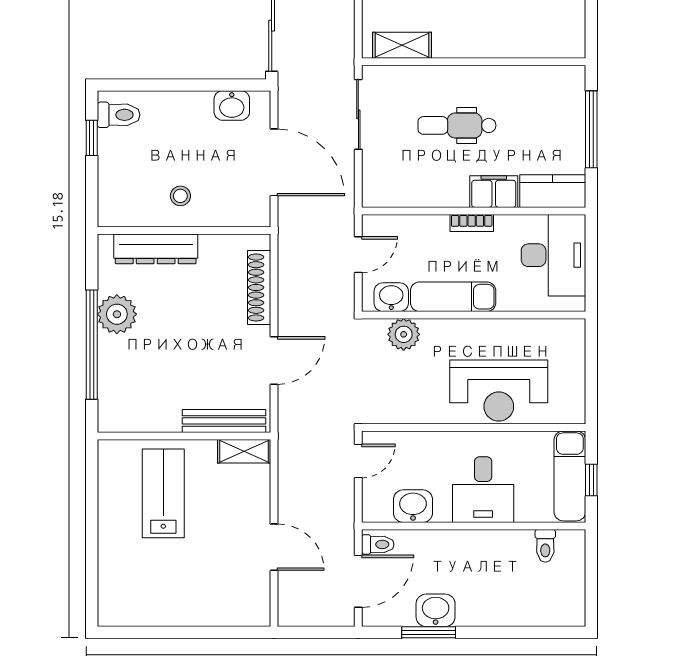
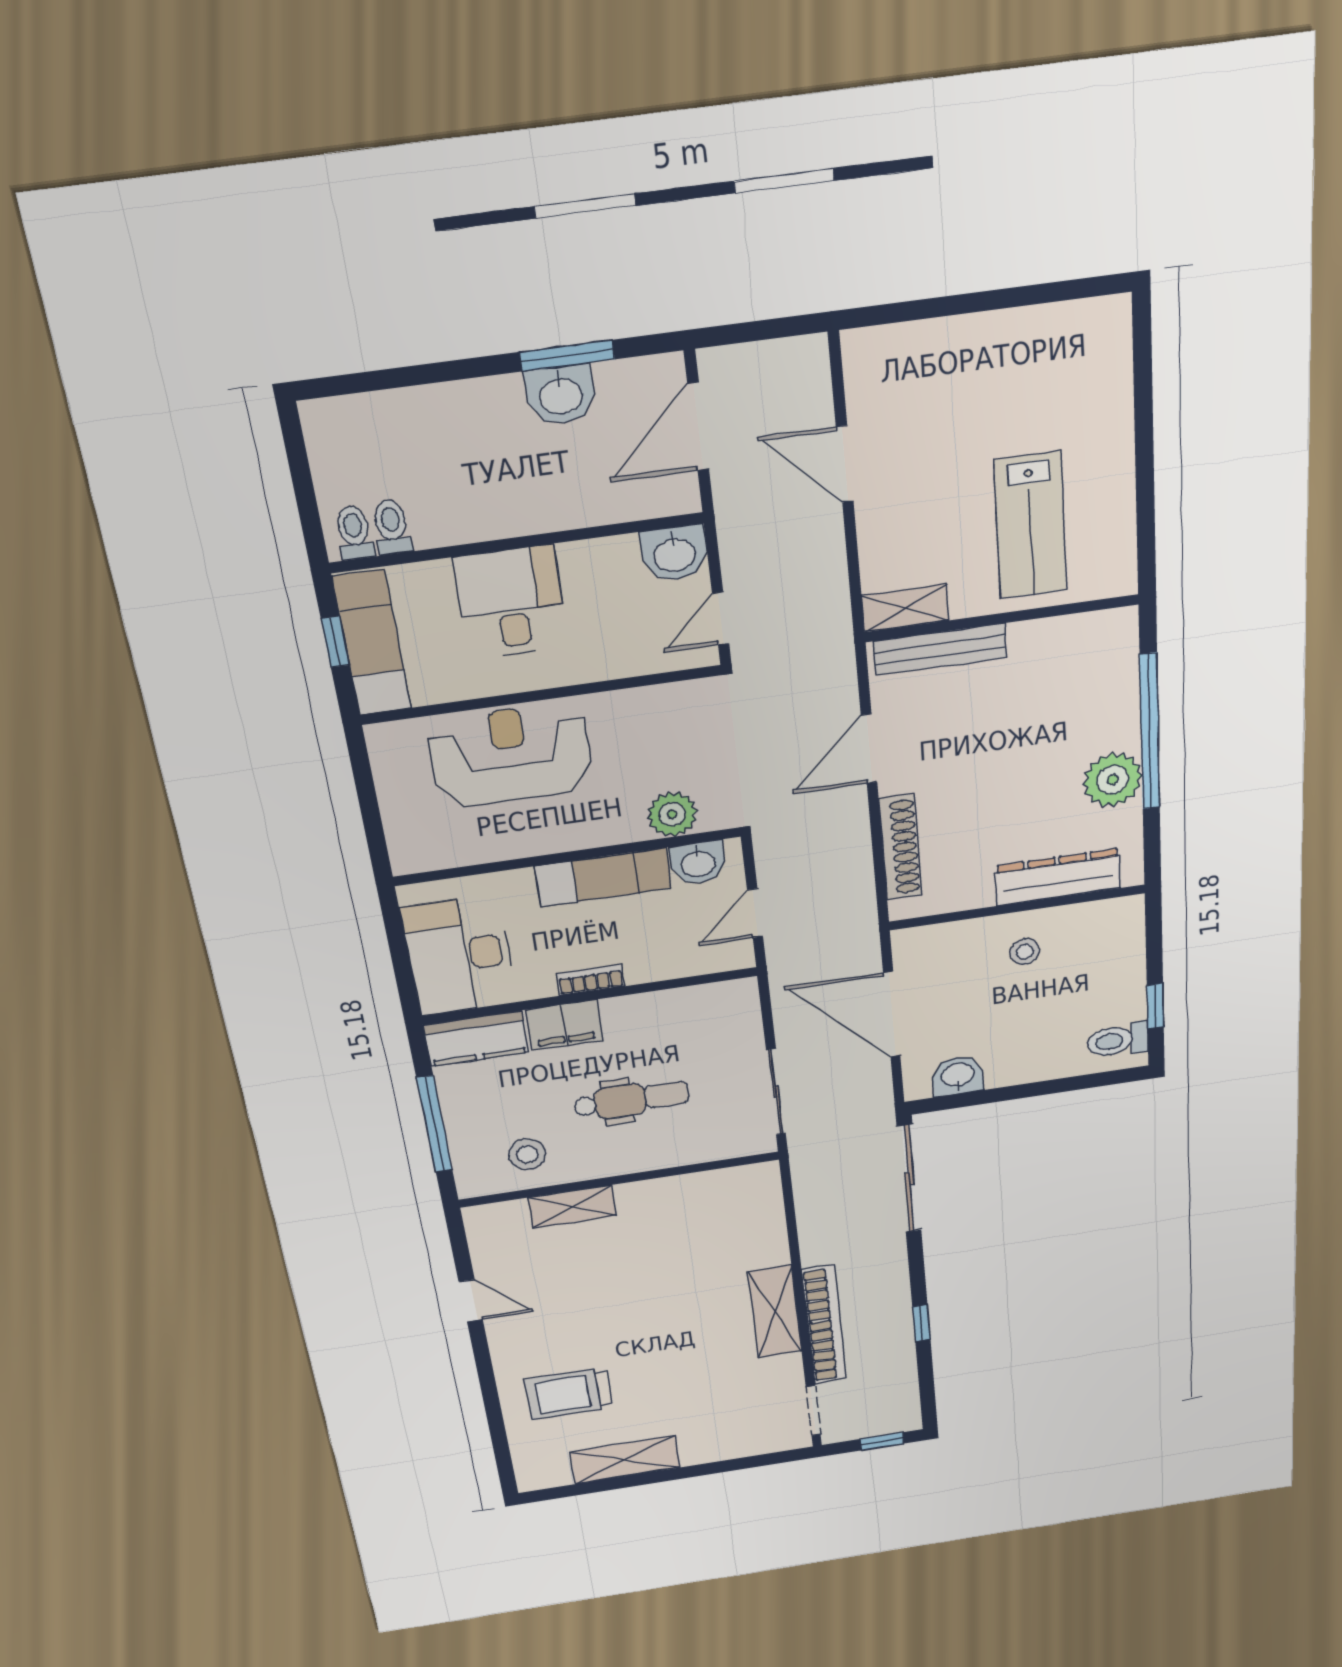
shelving: (402, 45) -> (572, 1207), moved
stool: (533, 94) -> (527, 1154), added
washbasin: (413, 506) -> (674, 554), moved
toilet: (378, 544) -> (354, 533), moved, turned 90

